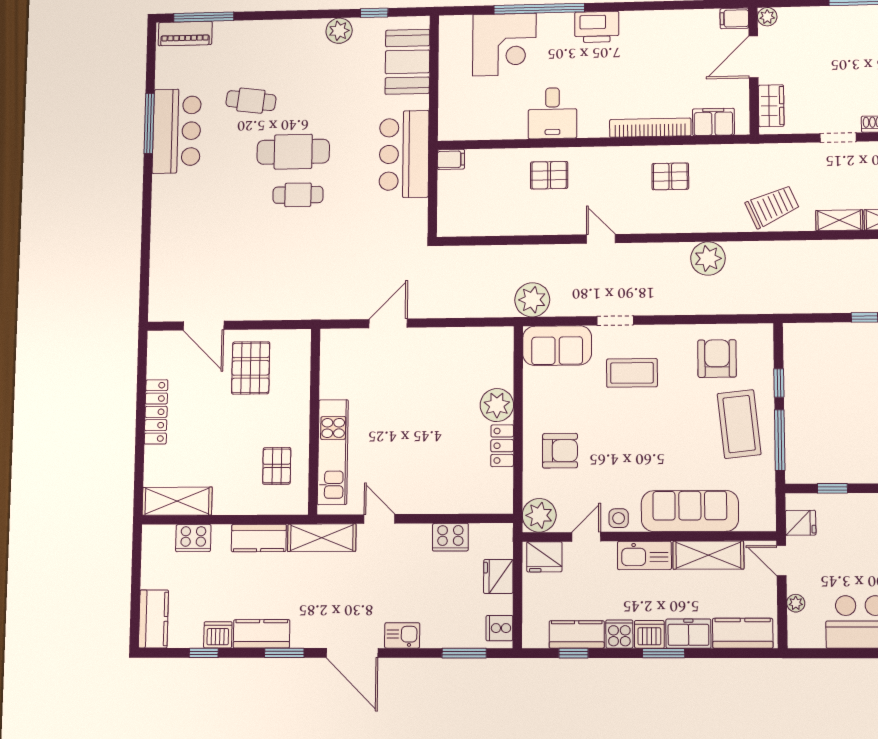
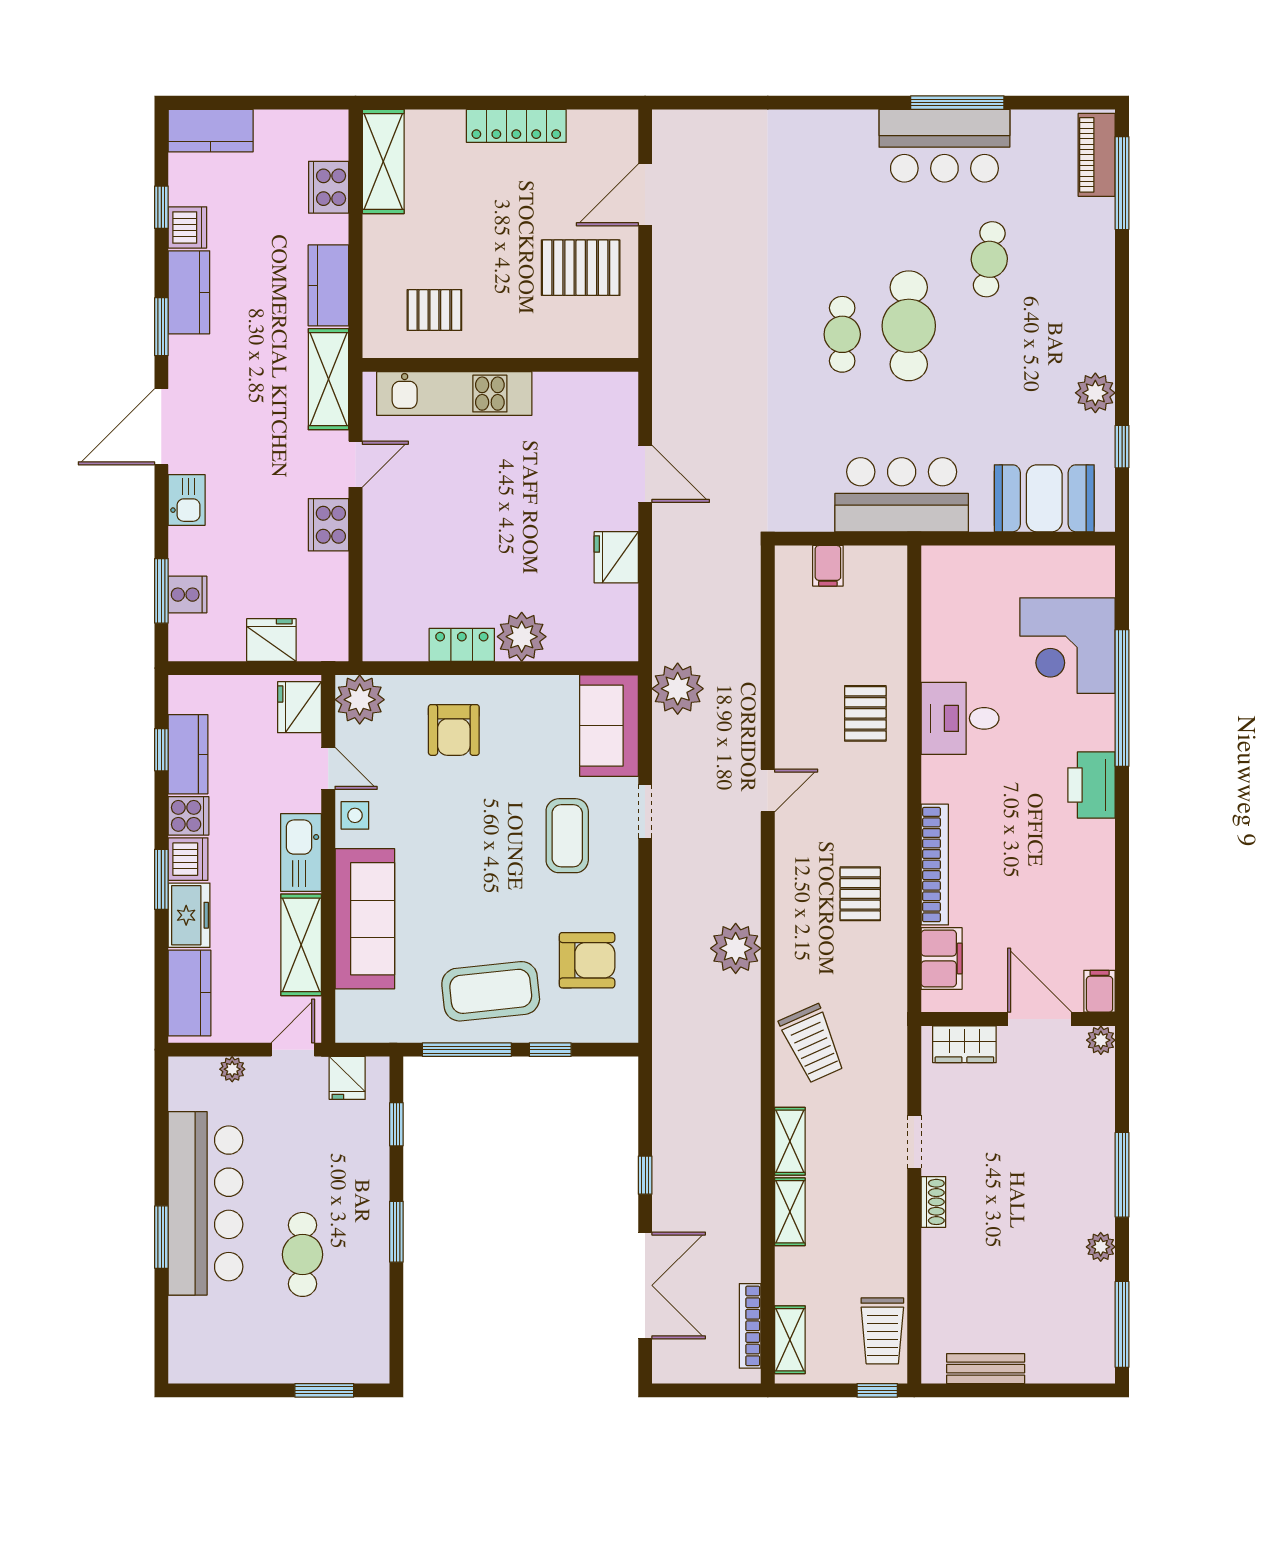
filing cabinet: (451, 159) -> (828, 566), moved
fridge: (444, 342) -> (616, 557), added
cooker: (450, 537) -> (328, 525), moved
cooker: (499, 628) -> (187, 595), moved, turned 90

